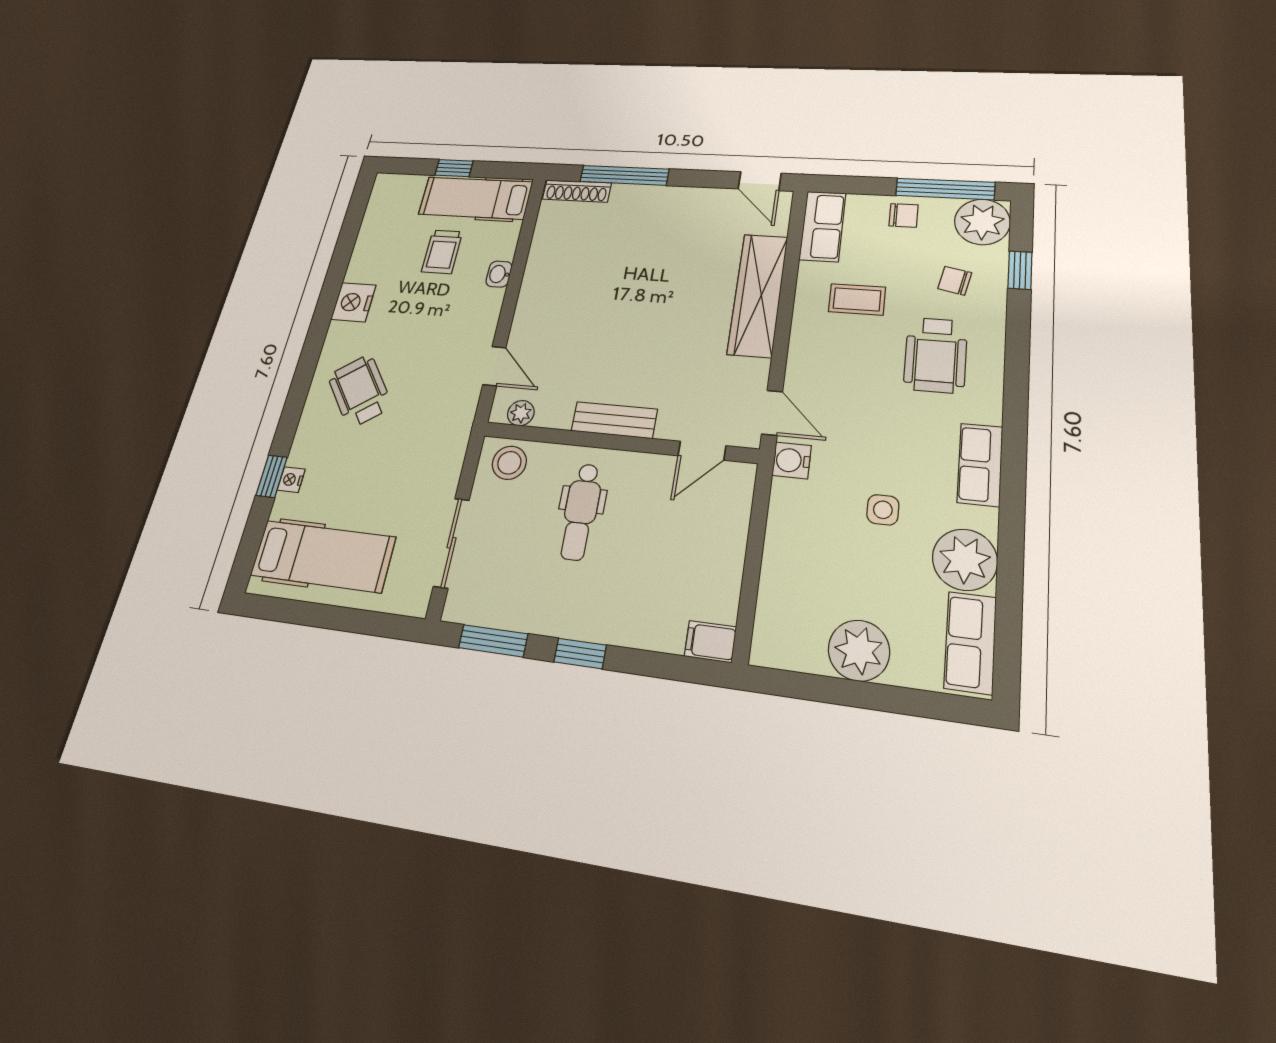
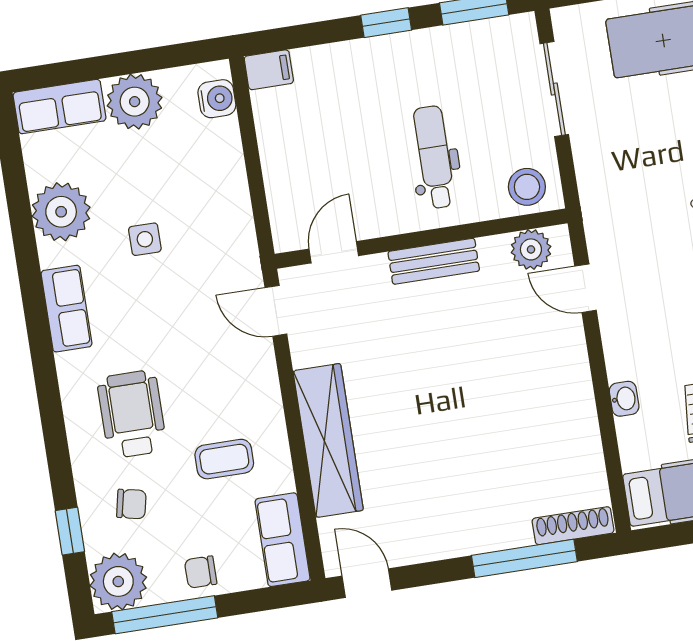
plant: (521, 413) -> (531, 249), width x1.38, depth x1.38
water cooler: (792, 460) -> (217, 99), moved
row of seats: (970, 642) -> (60, 107), moved, turned 90

